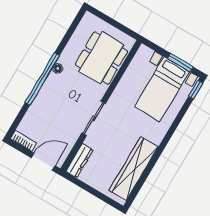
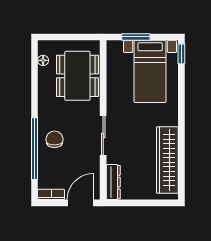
window: (180, 63) -> (136, 37), moved
floor lamp: (58, 68) -> (43, 60), moved
window: (42, 79) -> (35, 149), moved
chair: (53, 98) -> (54, 139), added

